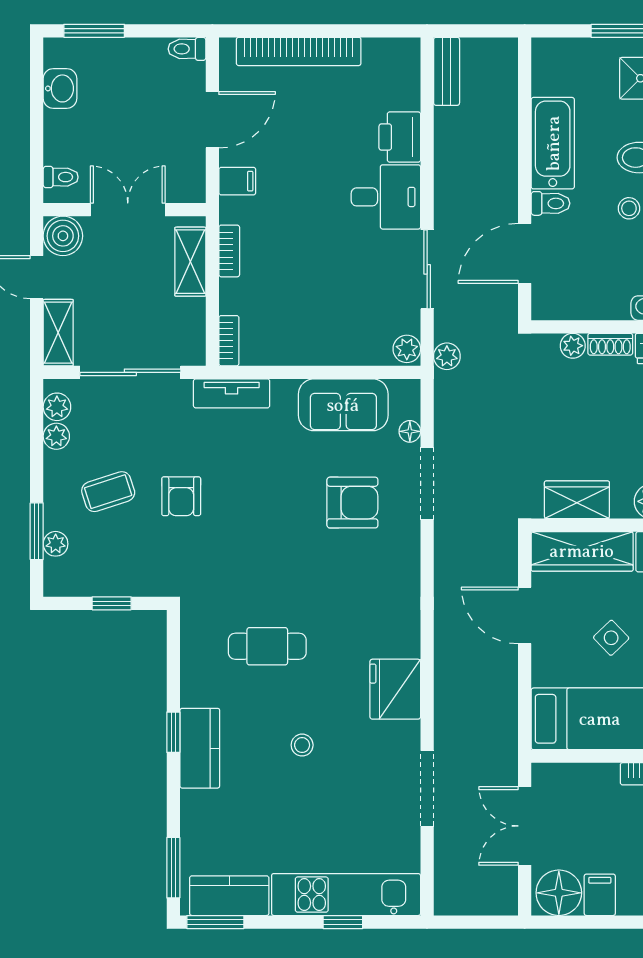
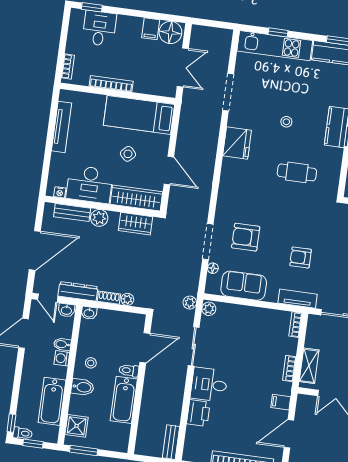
armchair: (181, 496) -> (301, 257), moved, turned -90

